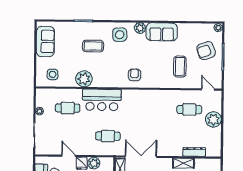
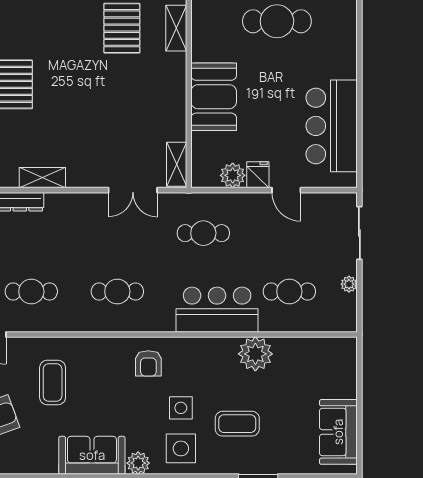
side table: (53, 74) -> (181, 408), moved
cafe table: (149, 109) -> (117, 292), added
double door: (141, 157) -> (133, 190), width x0.73

